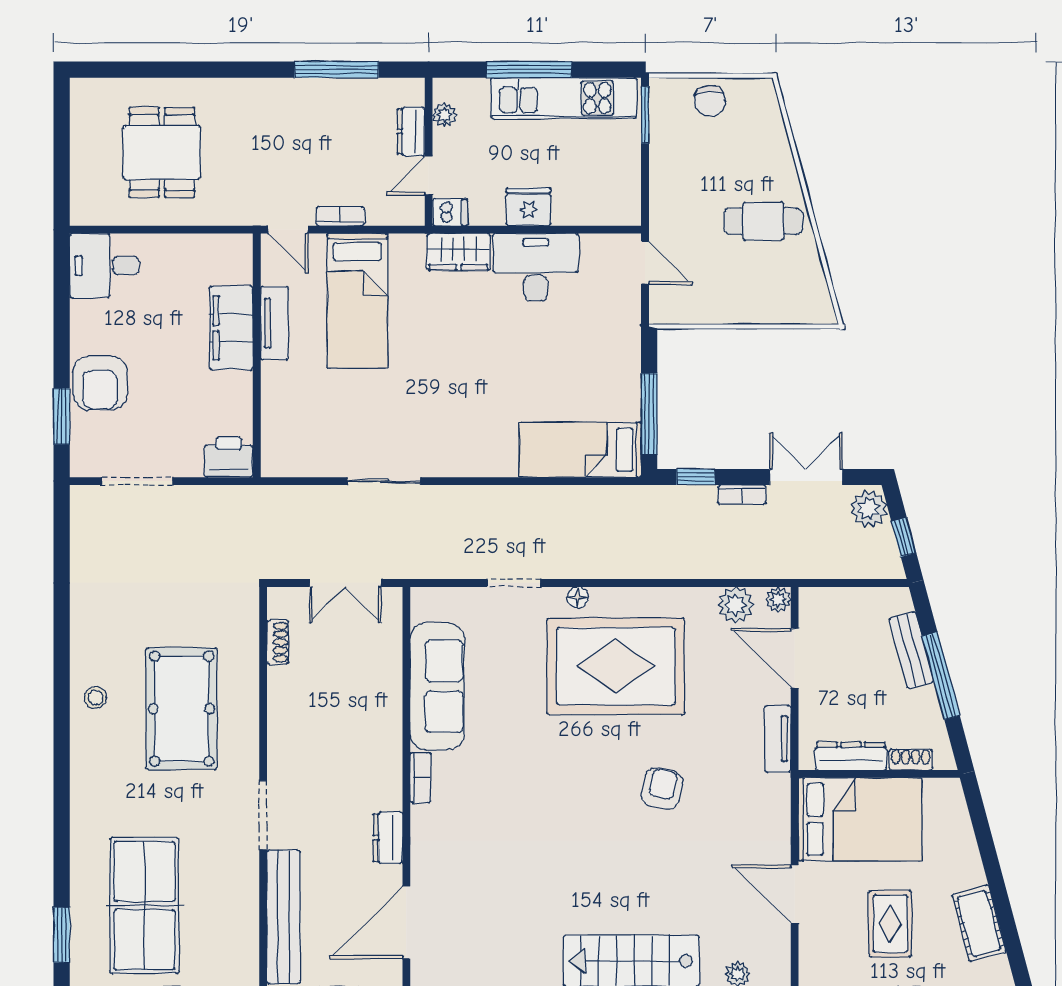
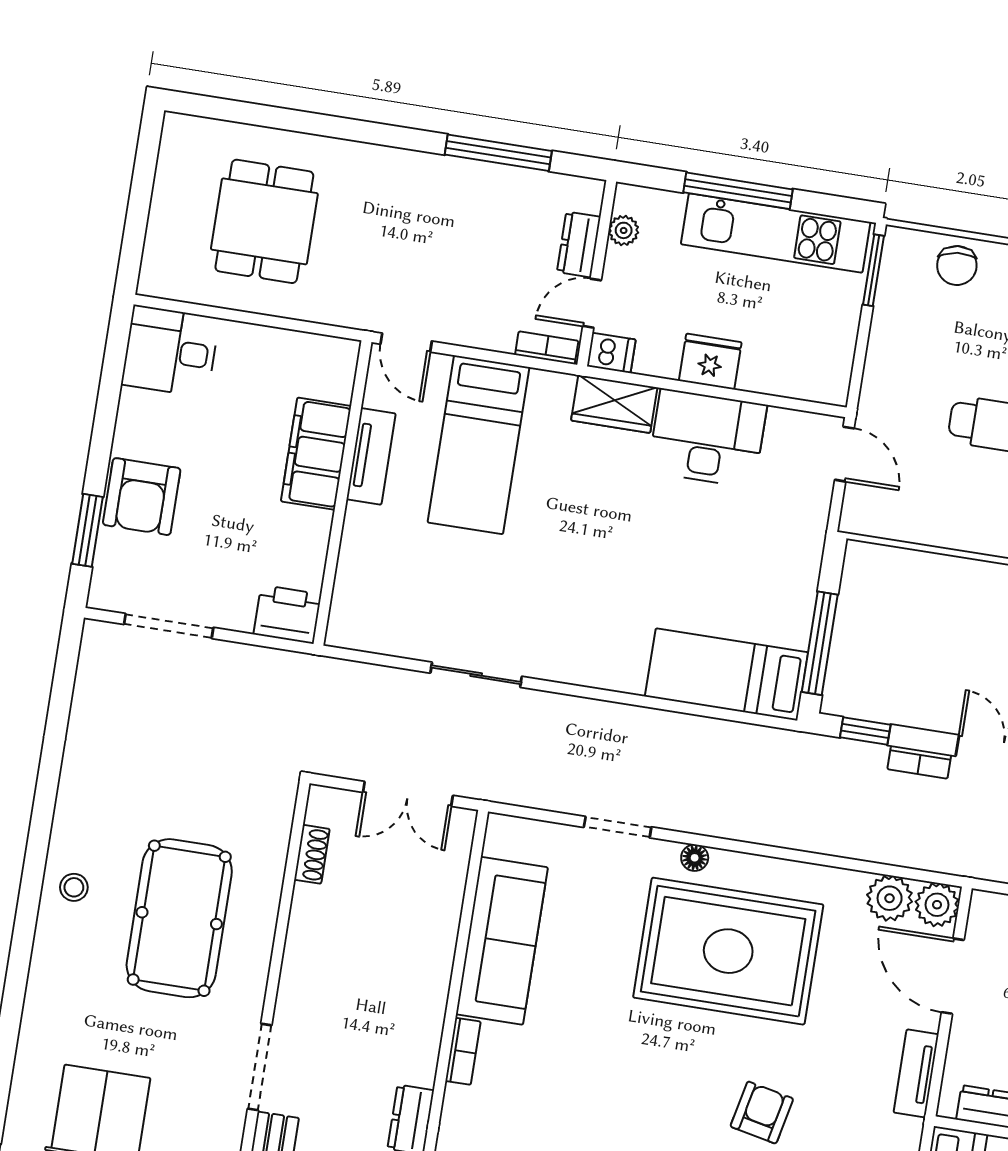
bookcase: (340, 216) -> (547, 348), moved
plant: (778, 599) -> (937, 905), width x1.38, depth x1.38

